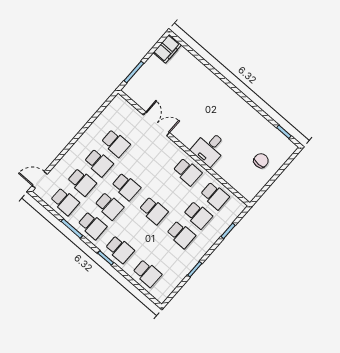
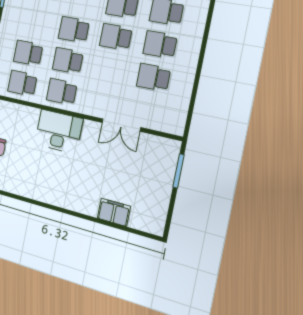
filing cabinet: (167, 49) -> (114, 212), moved, turned 90
desk: (209, 148) -> (59, 131), width x1.37
school desk: (181, 235) -> (68, 61), moved

